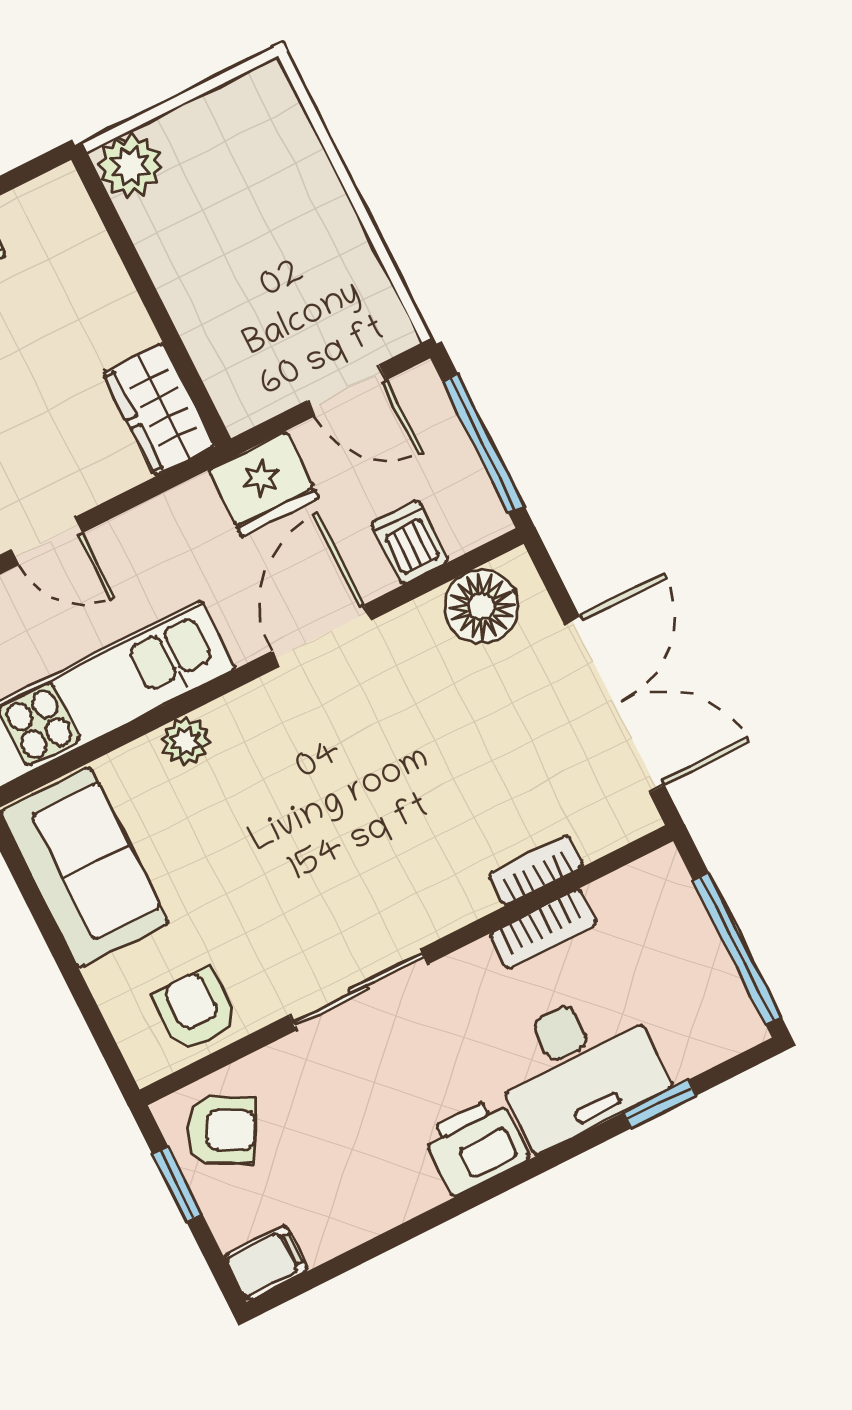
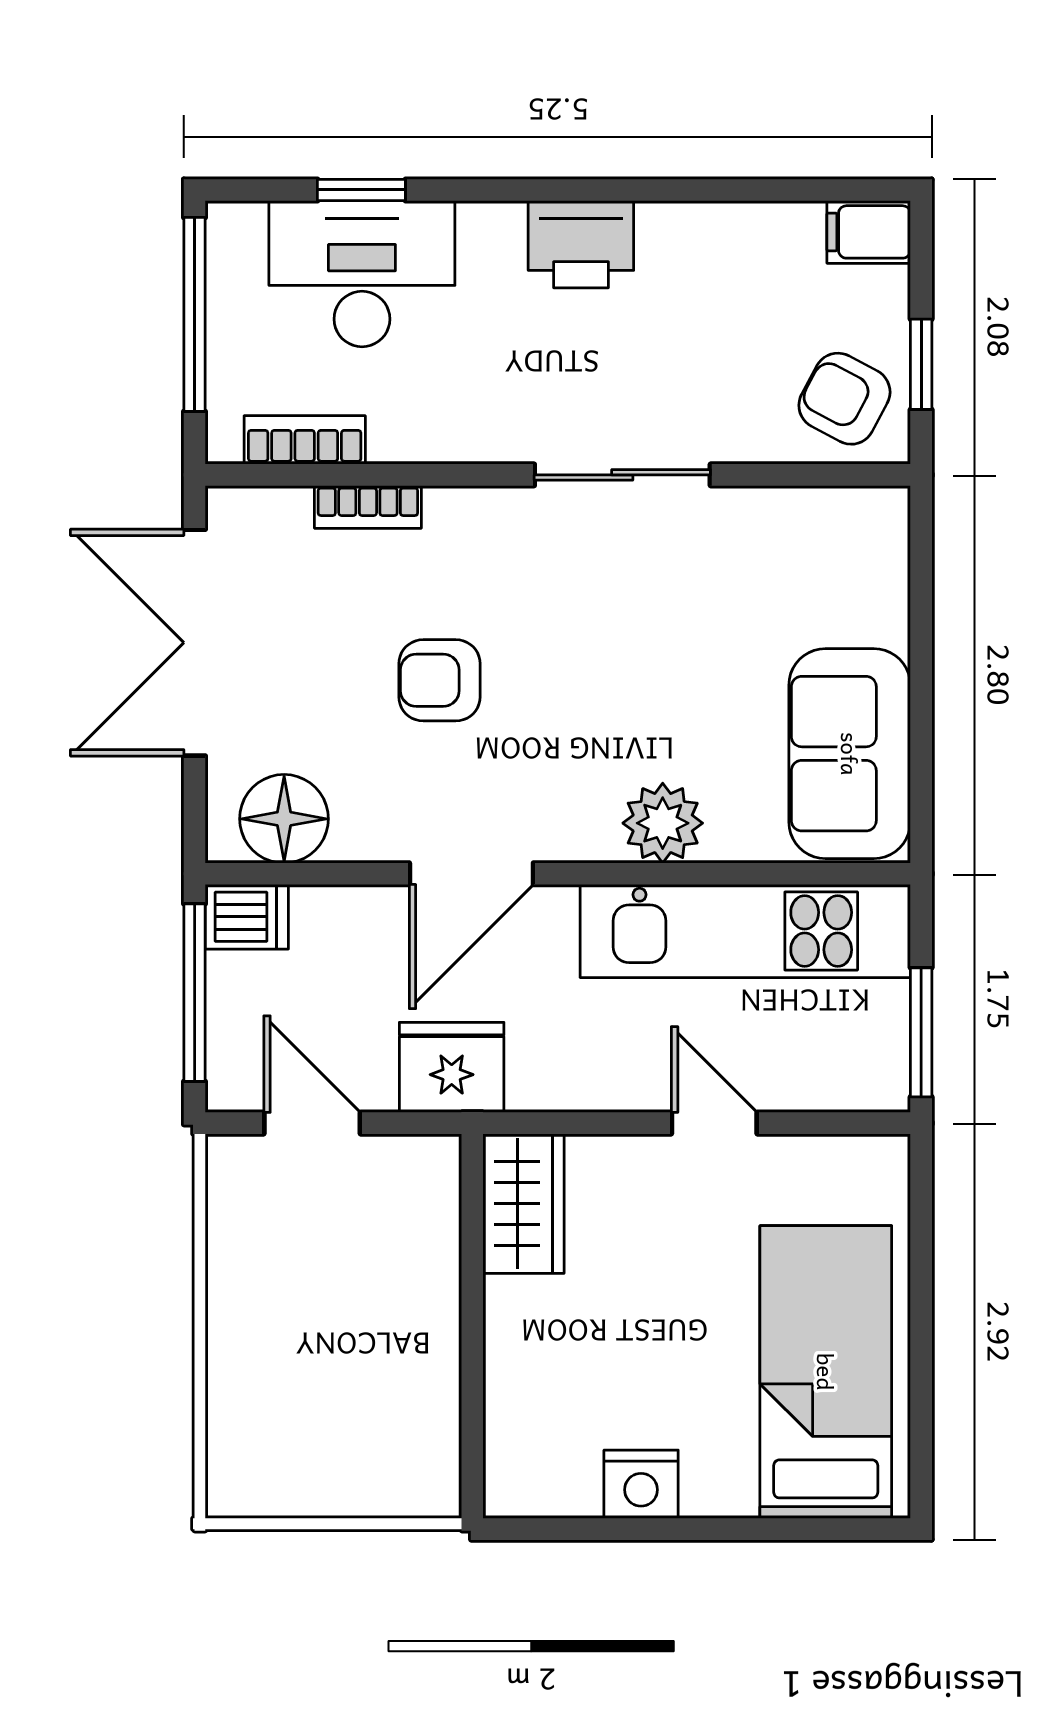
plant: (130, 166) -> (423, 1480), removed
dishwasher: (410, 542) -> (247, 917), moved, turned -90
plant: (186, 741) -> (663, 823), width x1.38, depth x1.38
bookcase: (543, 929) -> (305, 440), moved
armchair: (195, 1010) -> (439, 680), moved, turned 90
desk: (577, 1067) -> (362, 274), moved

